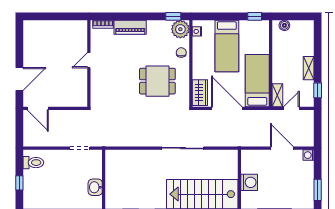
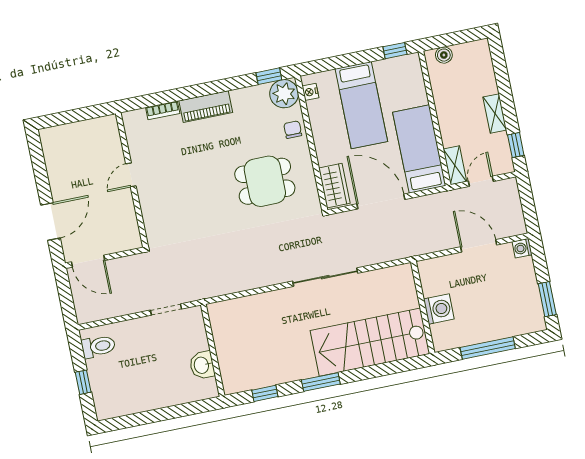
door: (89, 60) -> (131, 175), moved
wall: (89, 64) -> (132, 180), moved

